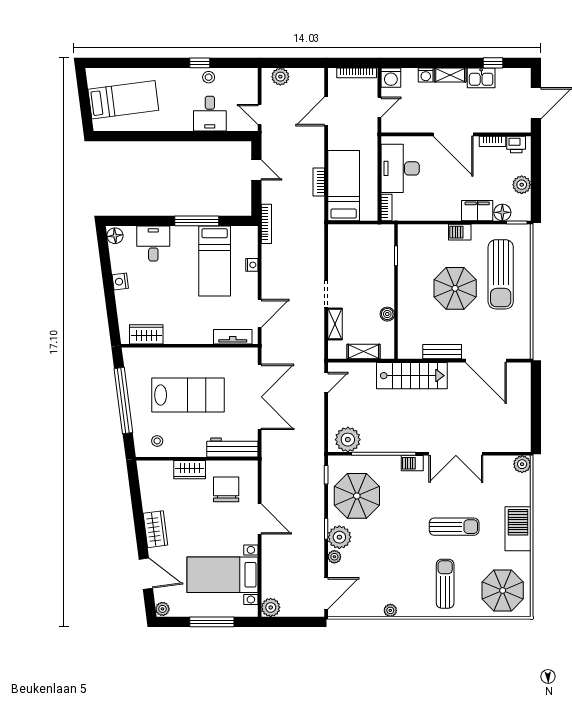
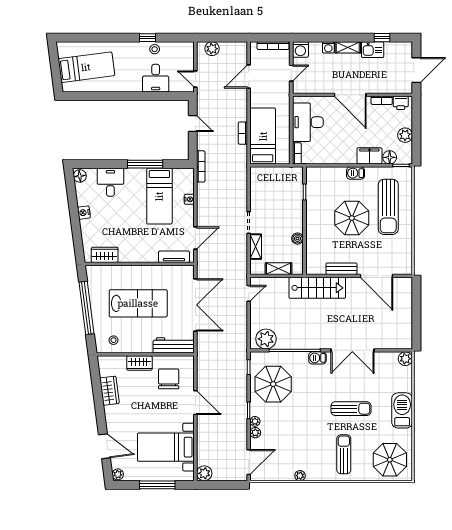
wardrobe: (155, 529) -> (109, 391), moved
plant: (339, 537) -> (255, 421), width x0.53, depth x0.53

